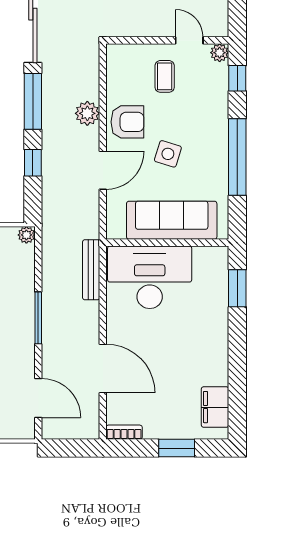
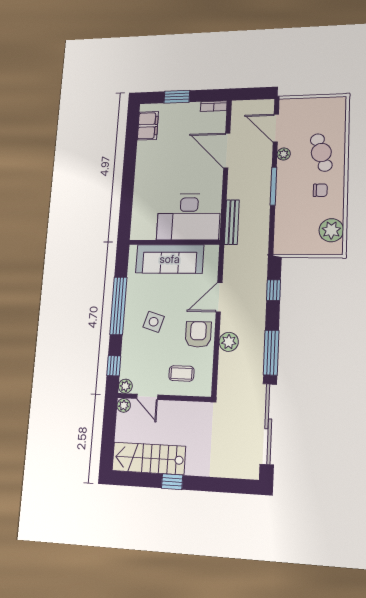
plant: (220, 28) -> (124, 405), added
coffee table: (165, 76) -> (181, 373), moved, turned 90
armchair: (127, 122) -> (198, 334), turned 90
side table: (168, 154) -> (154, 322), moved
window: (33, 163) -> (274, 290), moved
plant: (26, 235) -> (284, 154), moved
window: (237, 288) -> (126, 209), removed

